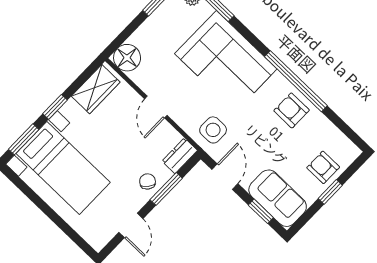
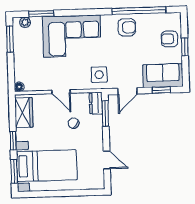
floor lamp: (127, 58) -> (19, 87), width x0.53, depth x0.53
window: (296, 81) -> (139, 11), moved
armchair: (292, 110) -> (127, 27), turned 180
door: (225, 177) -> (127, 91), swing flipped
chair: (148, 181) -> (73, 123), moved
window: (166, 189) -> (105, 113), moved

